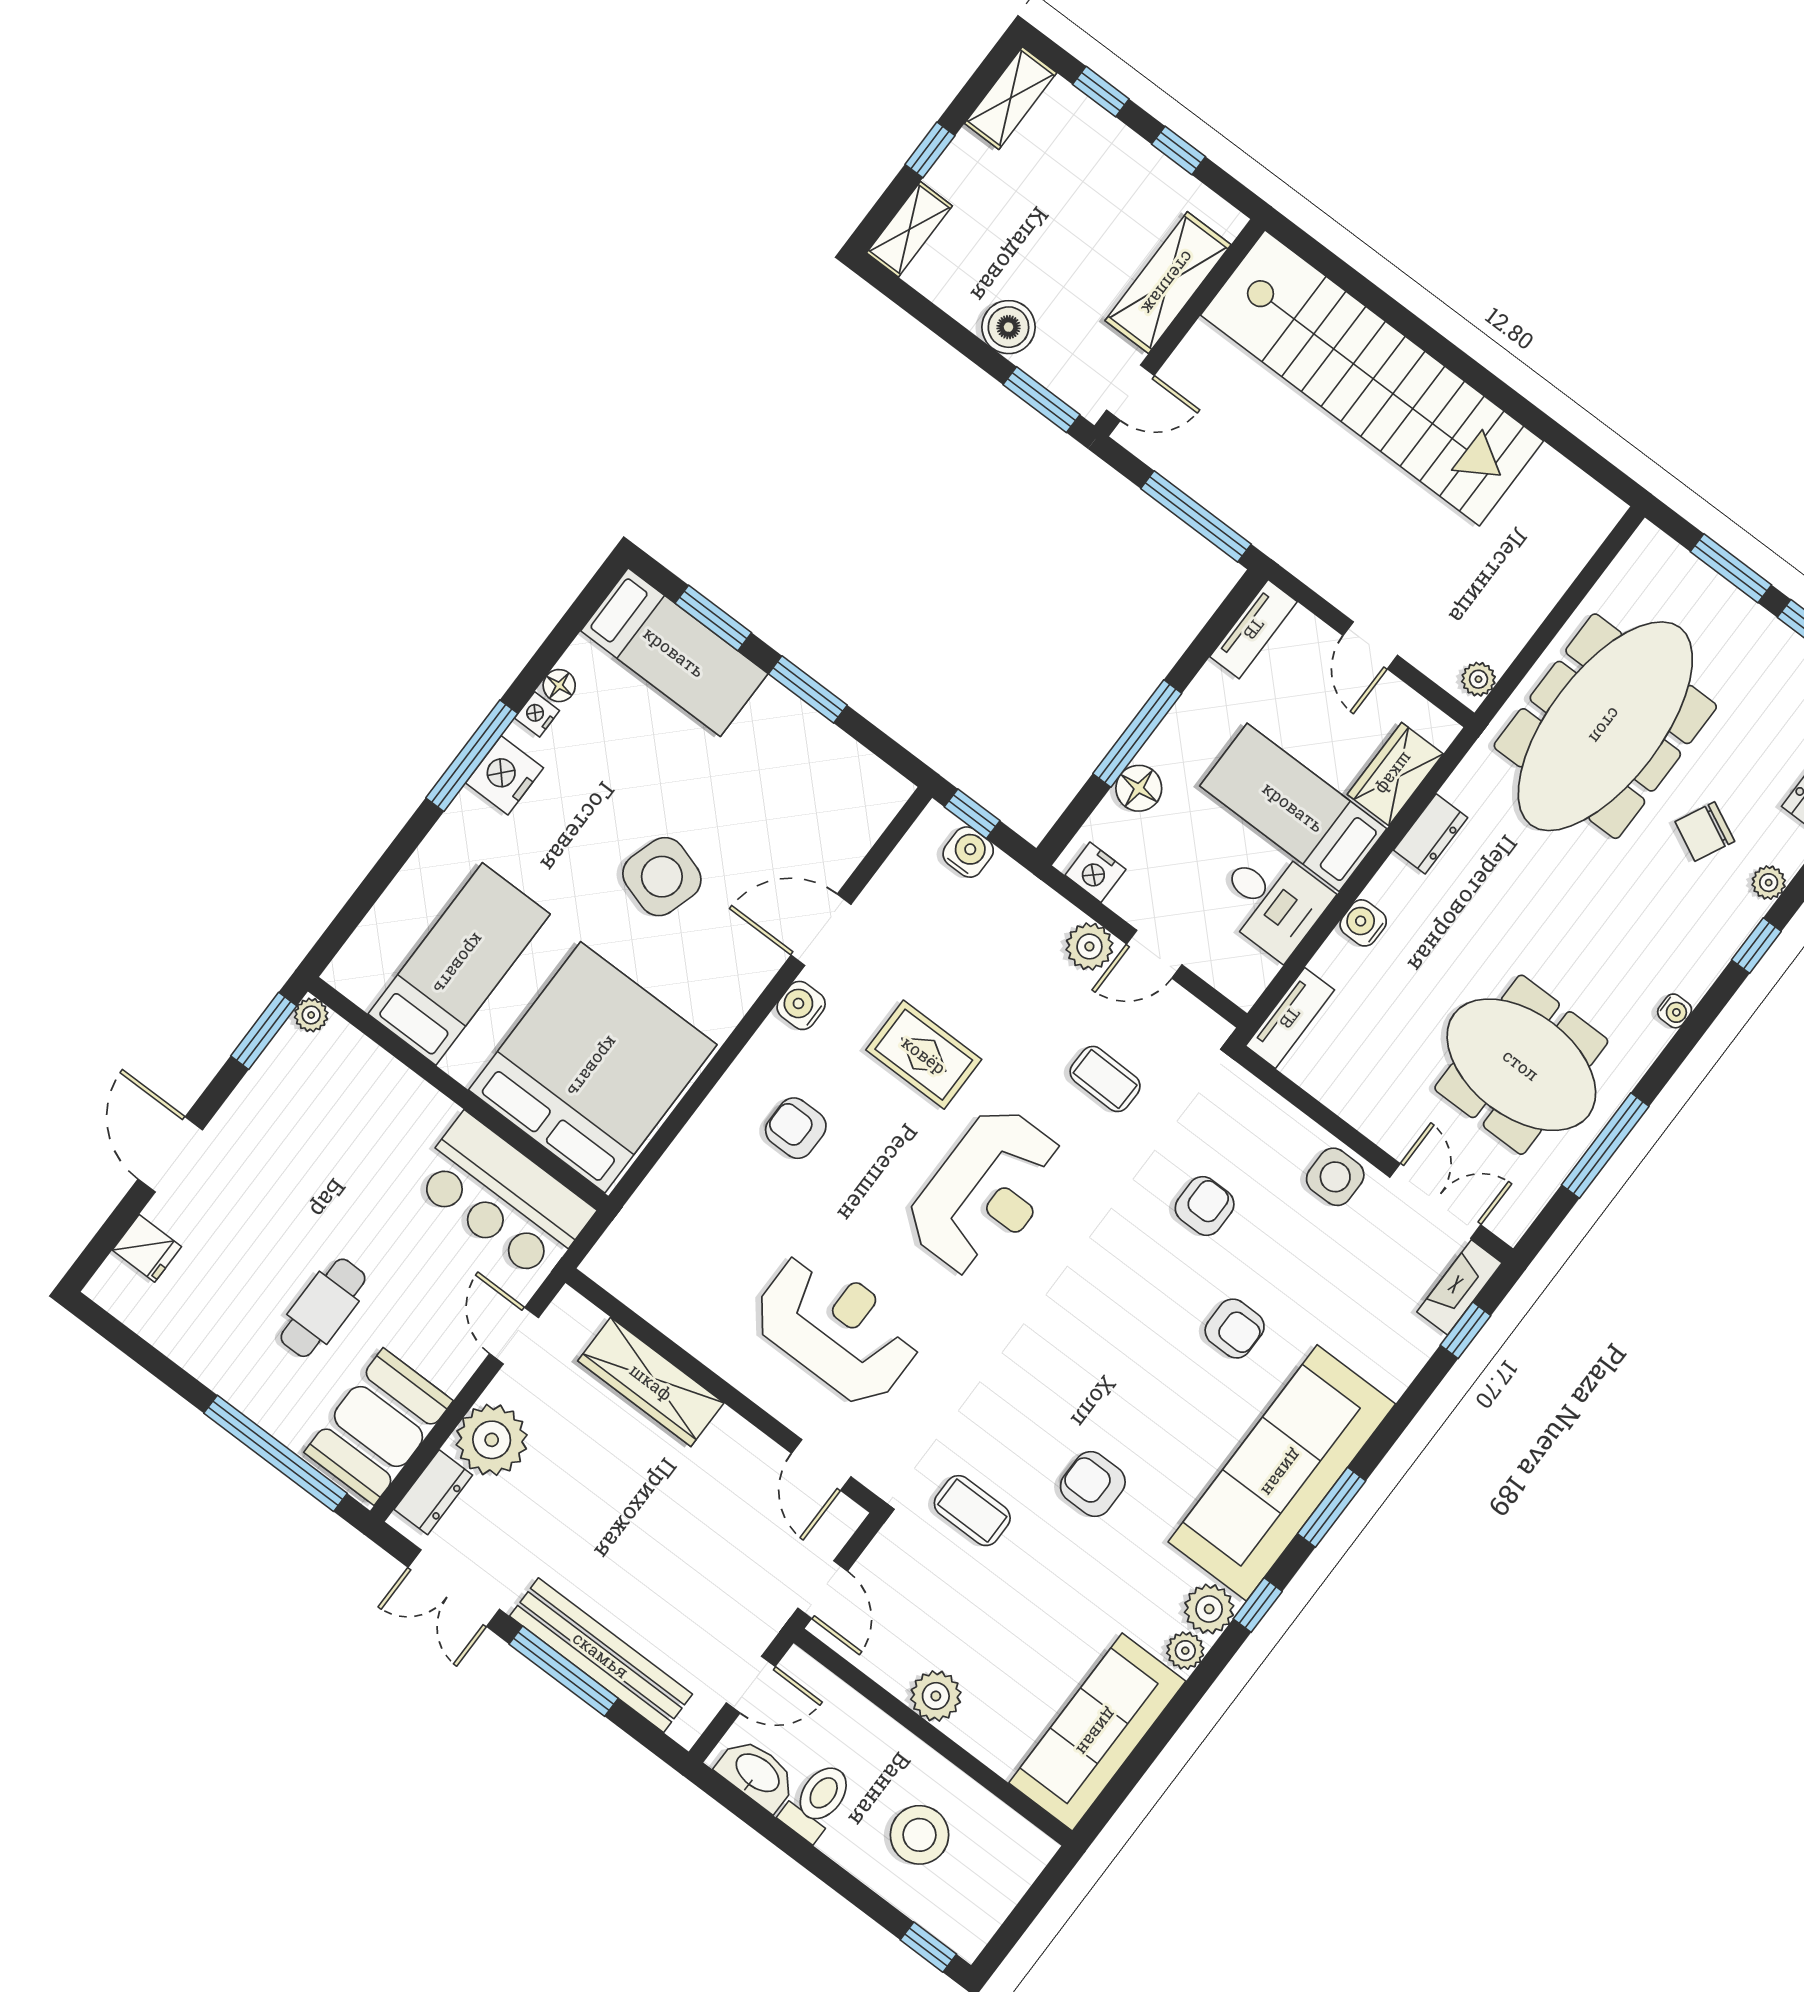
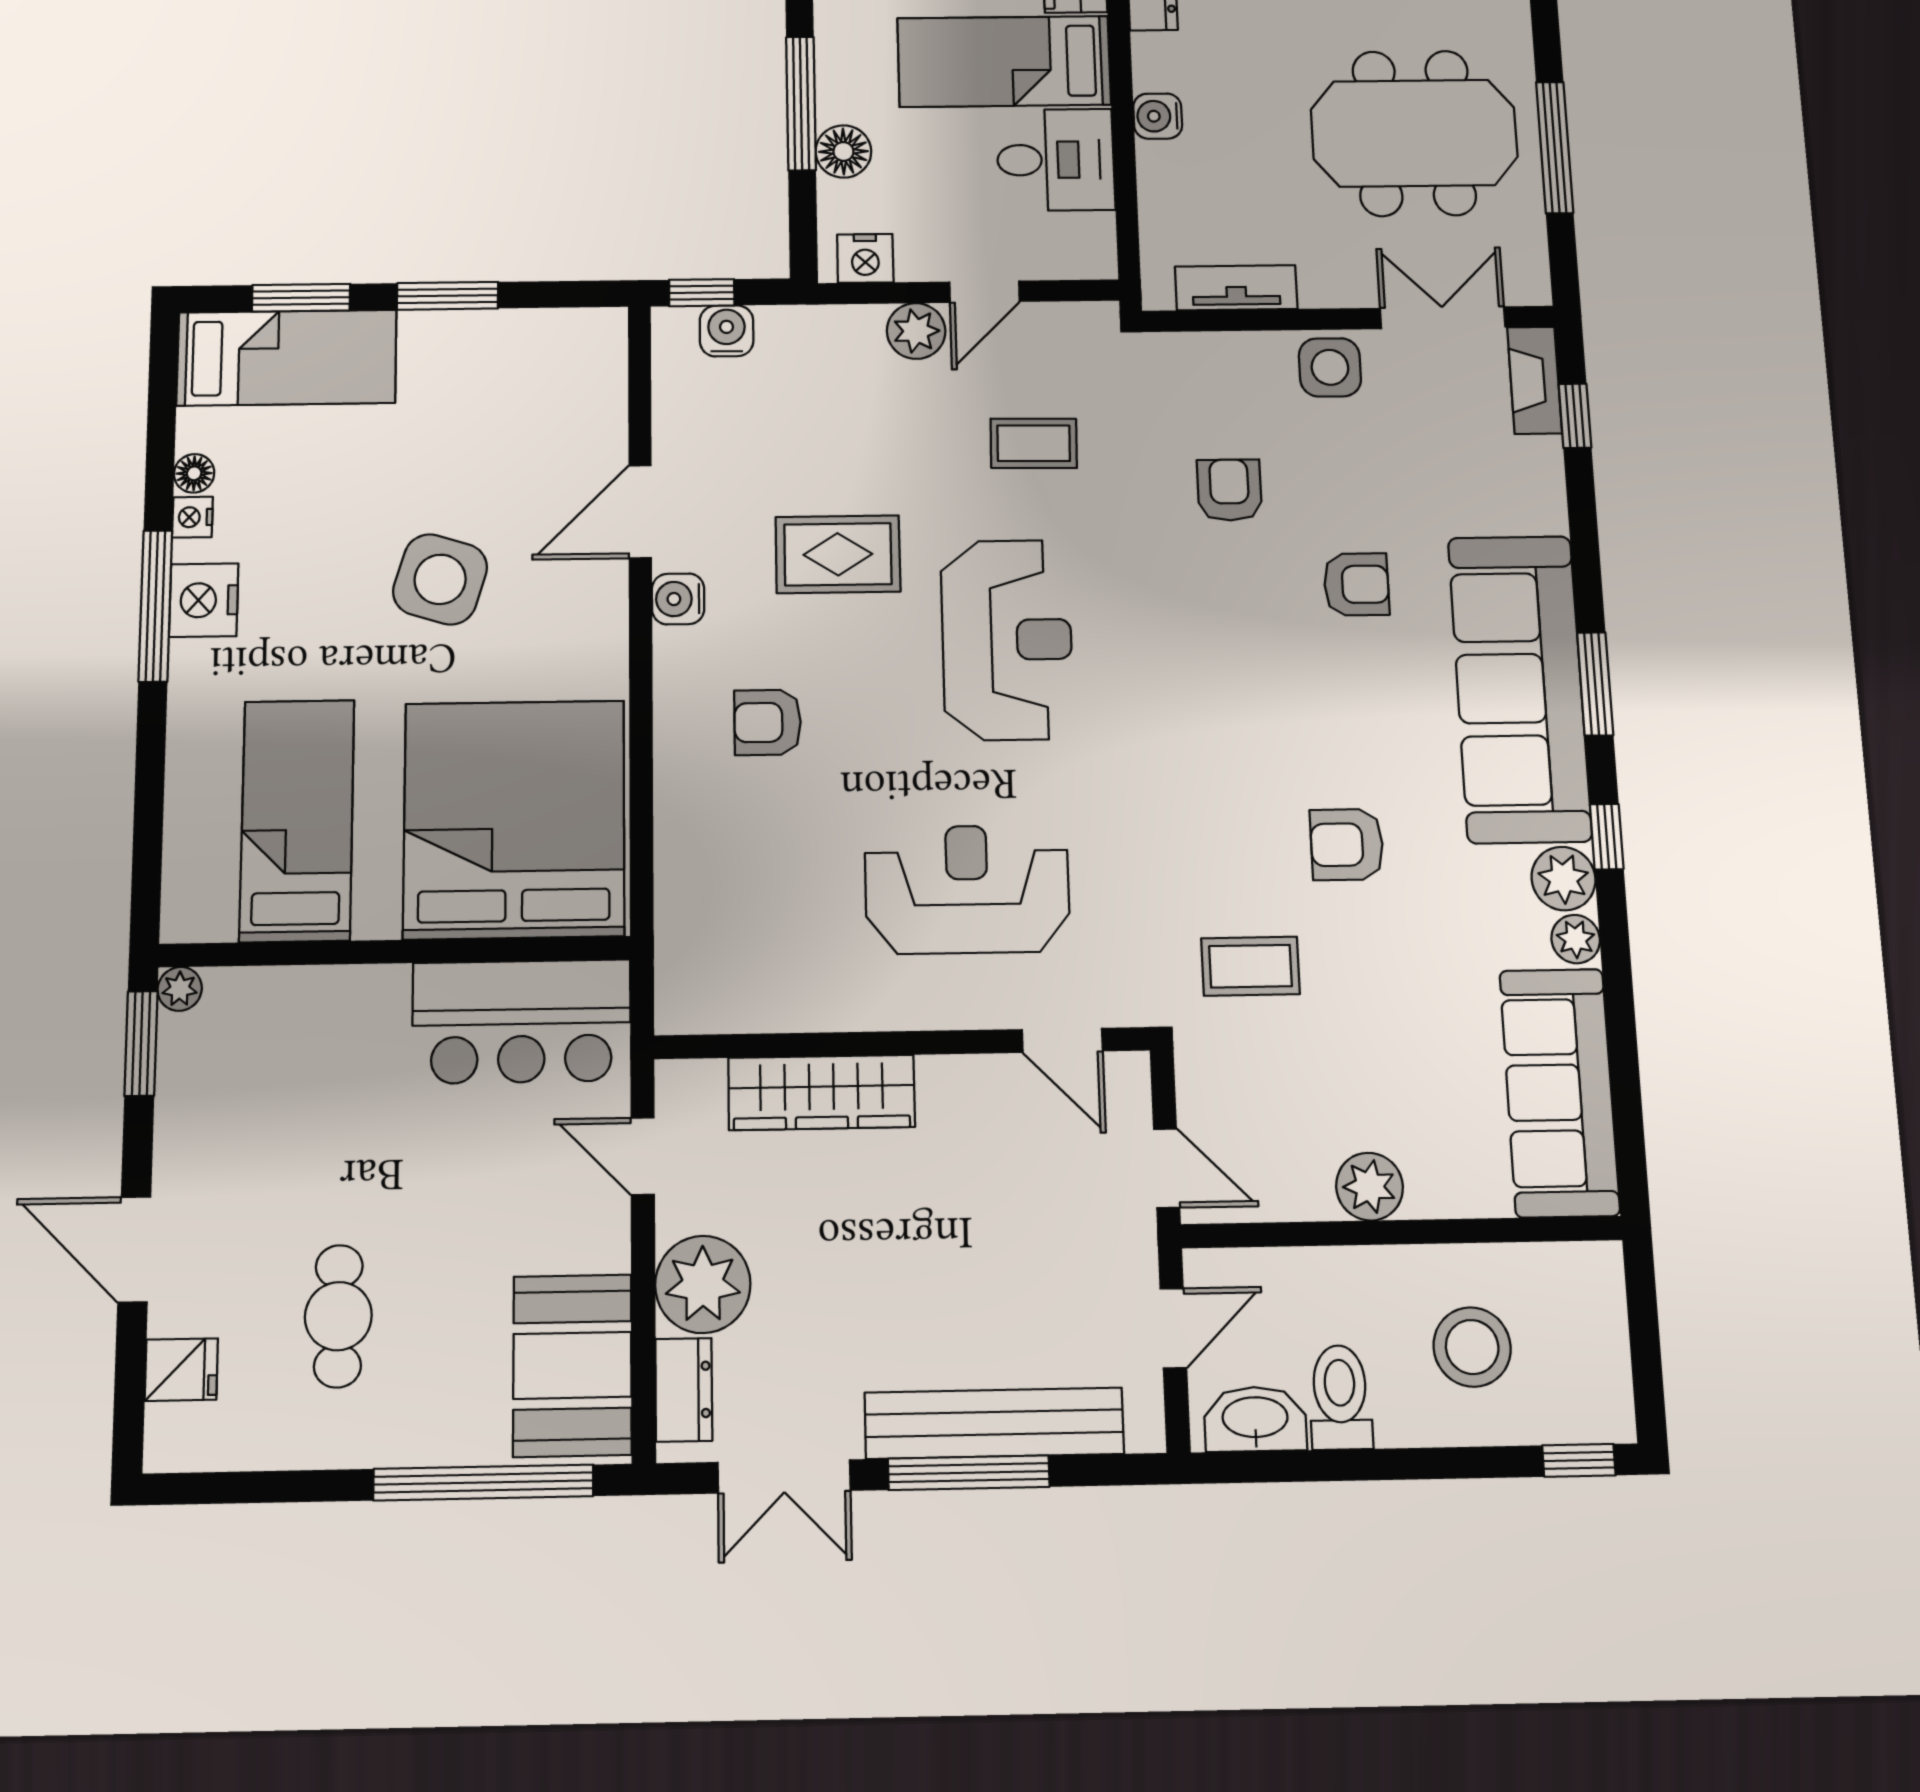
tv unit: (1290, 1018) -> (1236, 288), moved, turned -90
cafe table: (323, 1308) -> (338, 1316), moved

